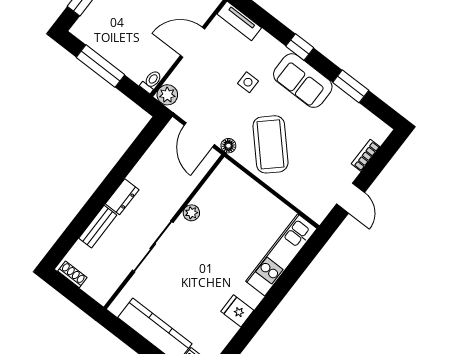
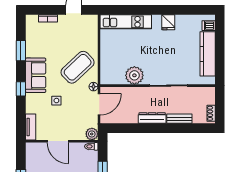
dresser: (122, 197) -> (152, 118), width x1.44
plant: (191, 213) -> (134, 75), width x1.88, depth x1.88

